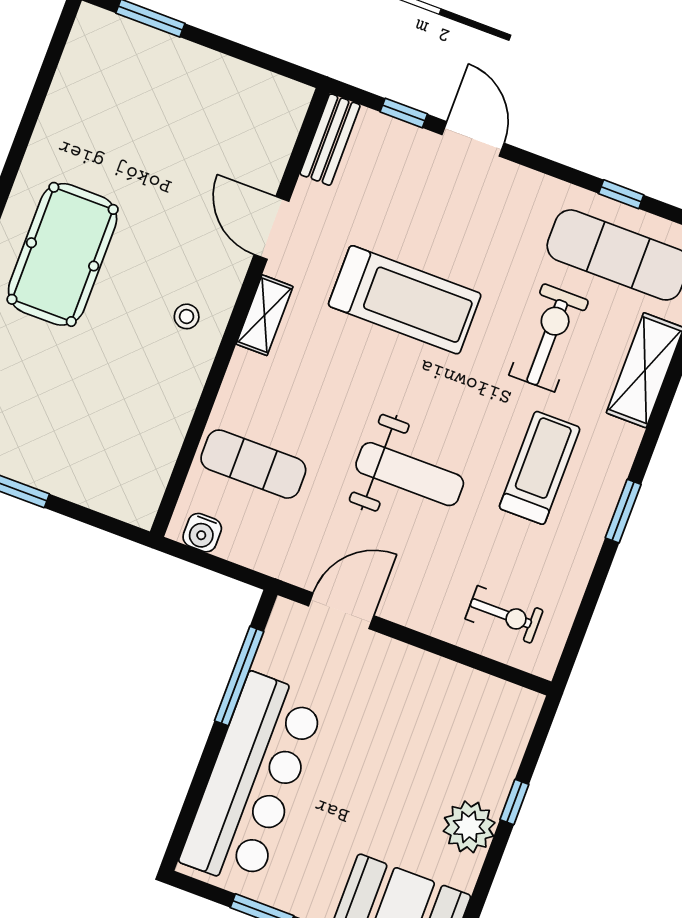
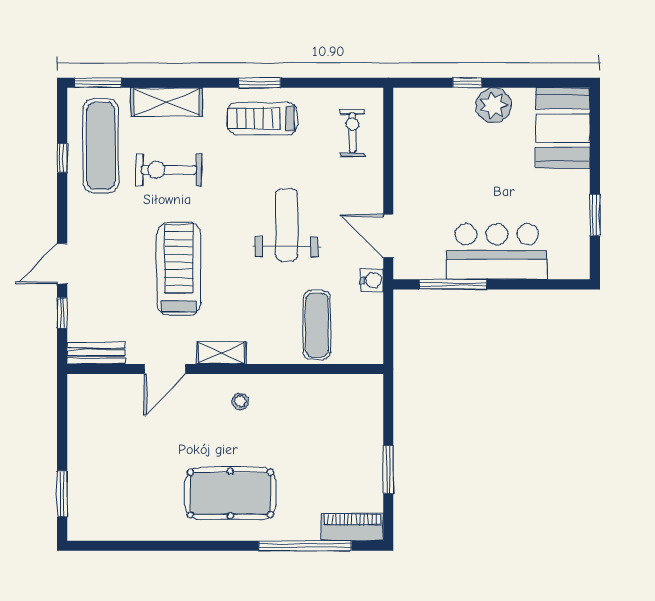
treadmill: (540, 468) -> (262, 119), moved
water cooler: (202, 533) -> (372, 280), moved
bar counter: (253, 780) -> (497, 252), width x0.73

